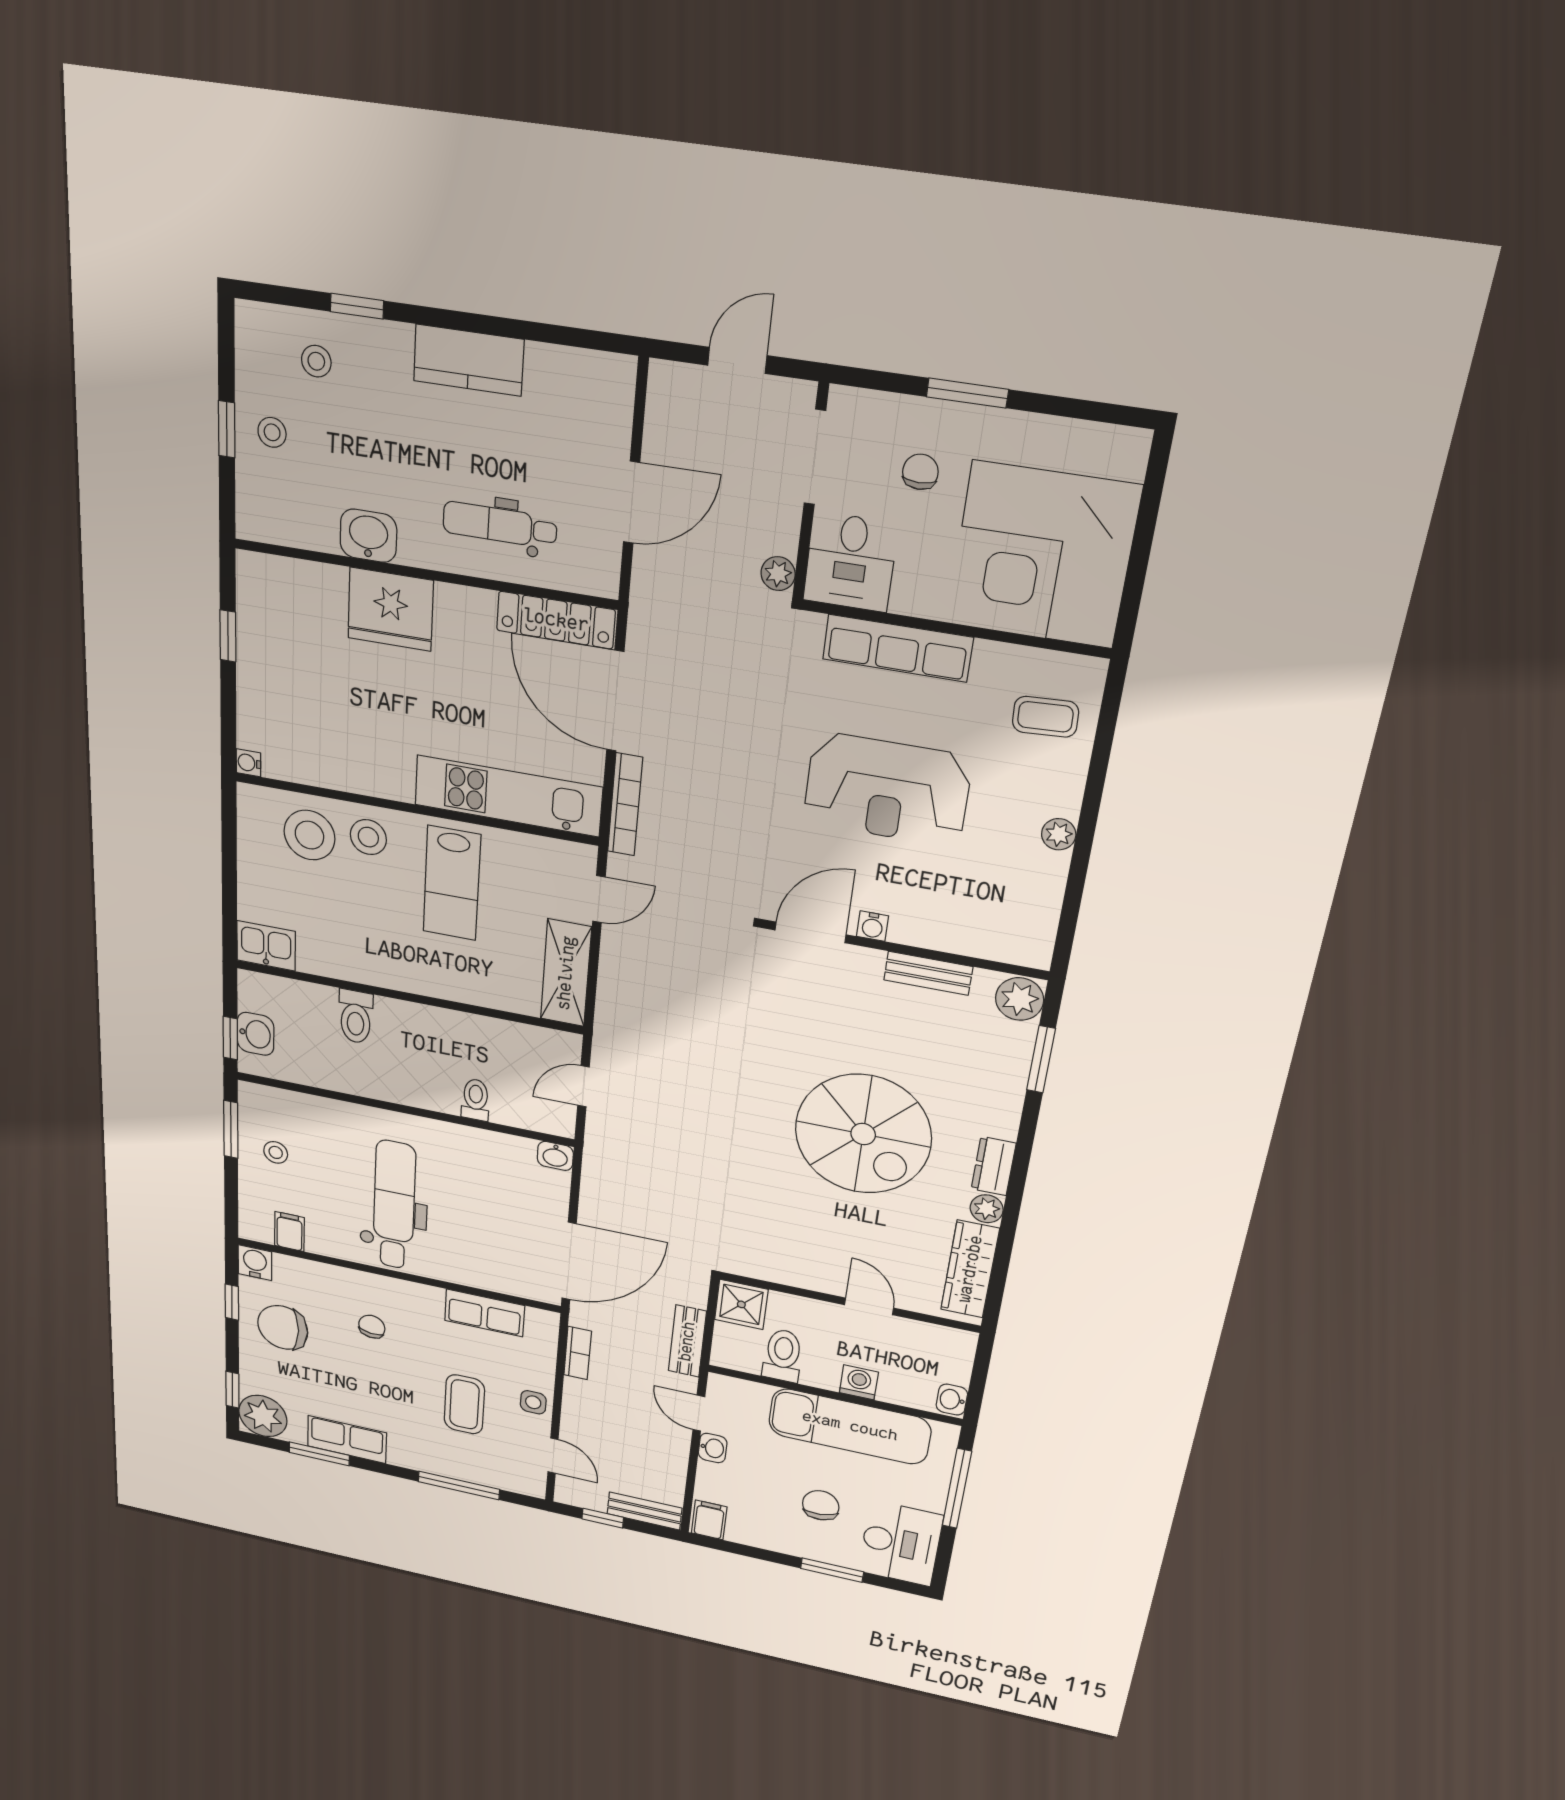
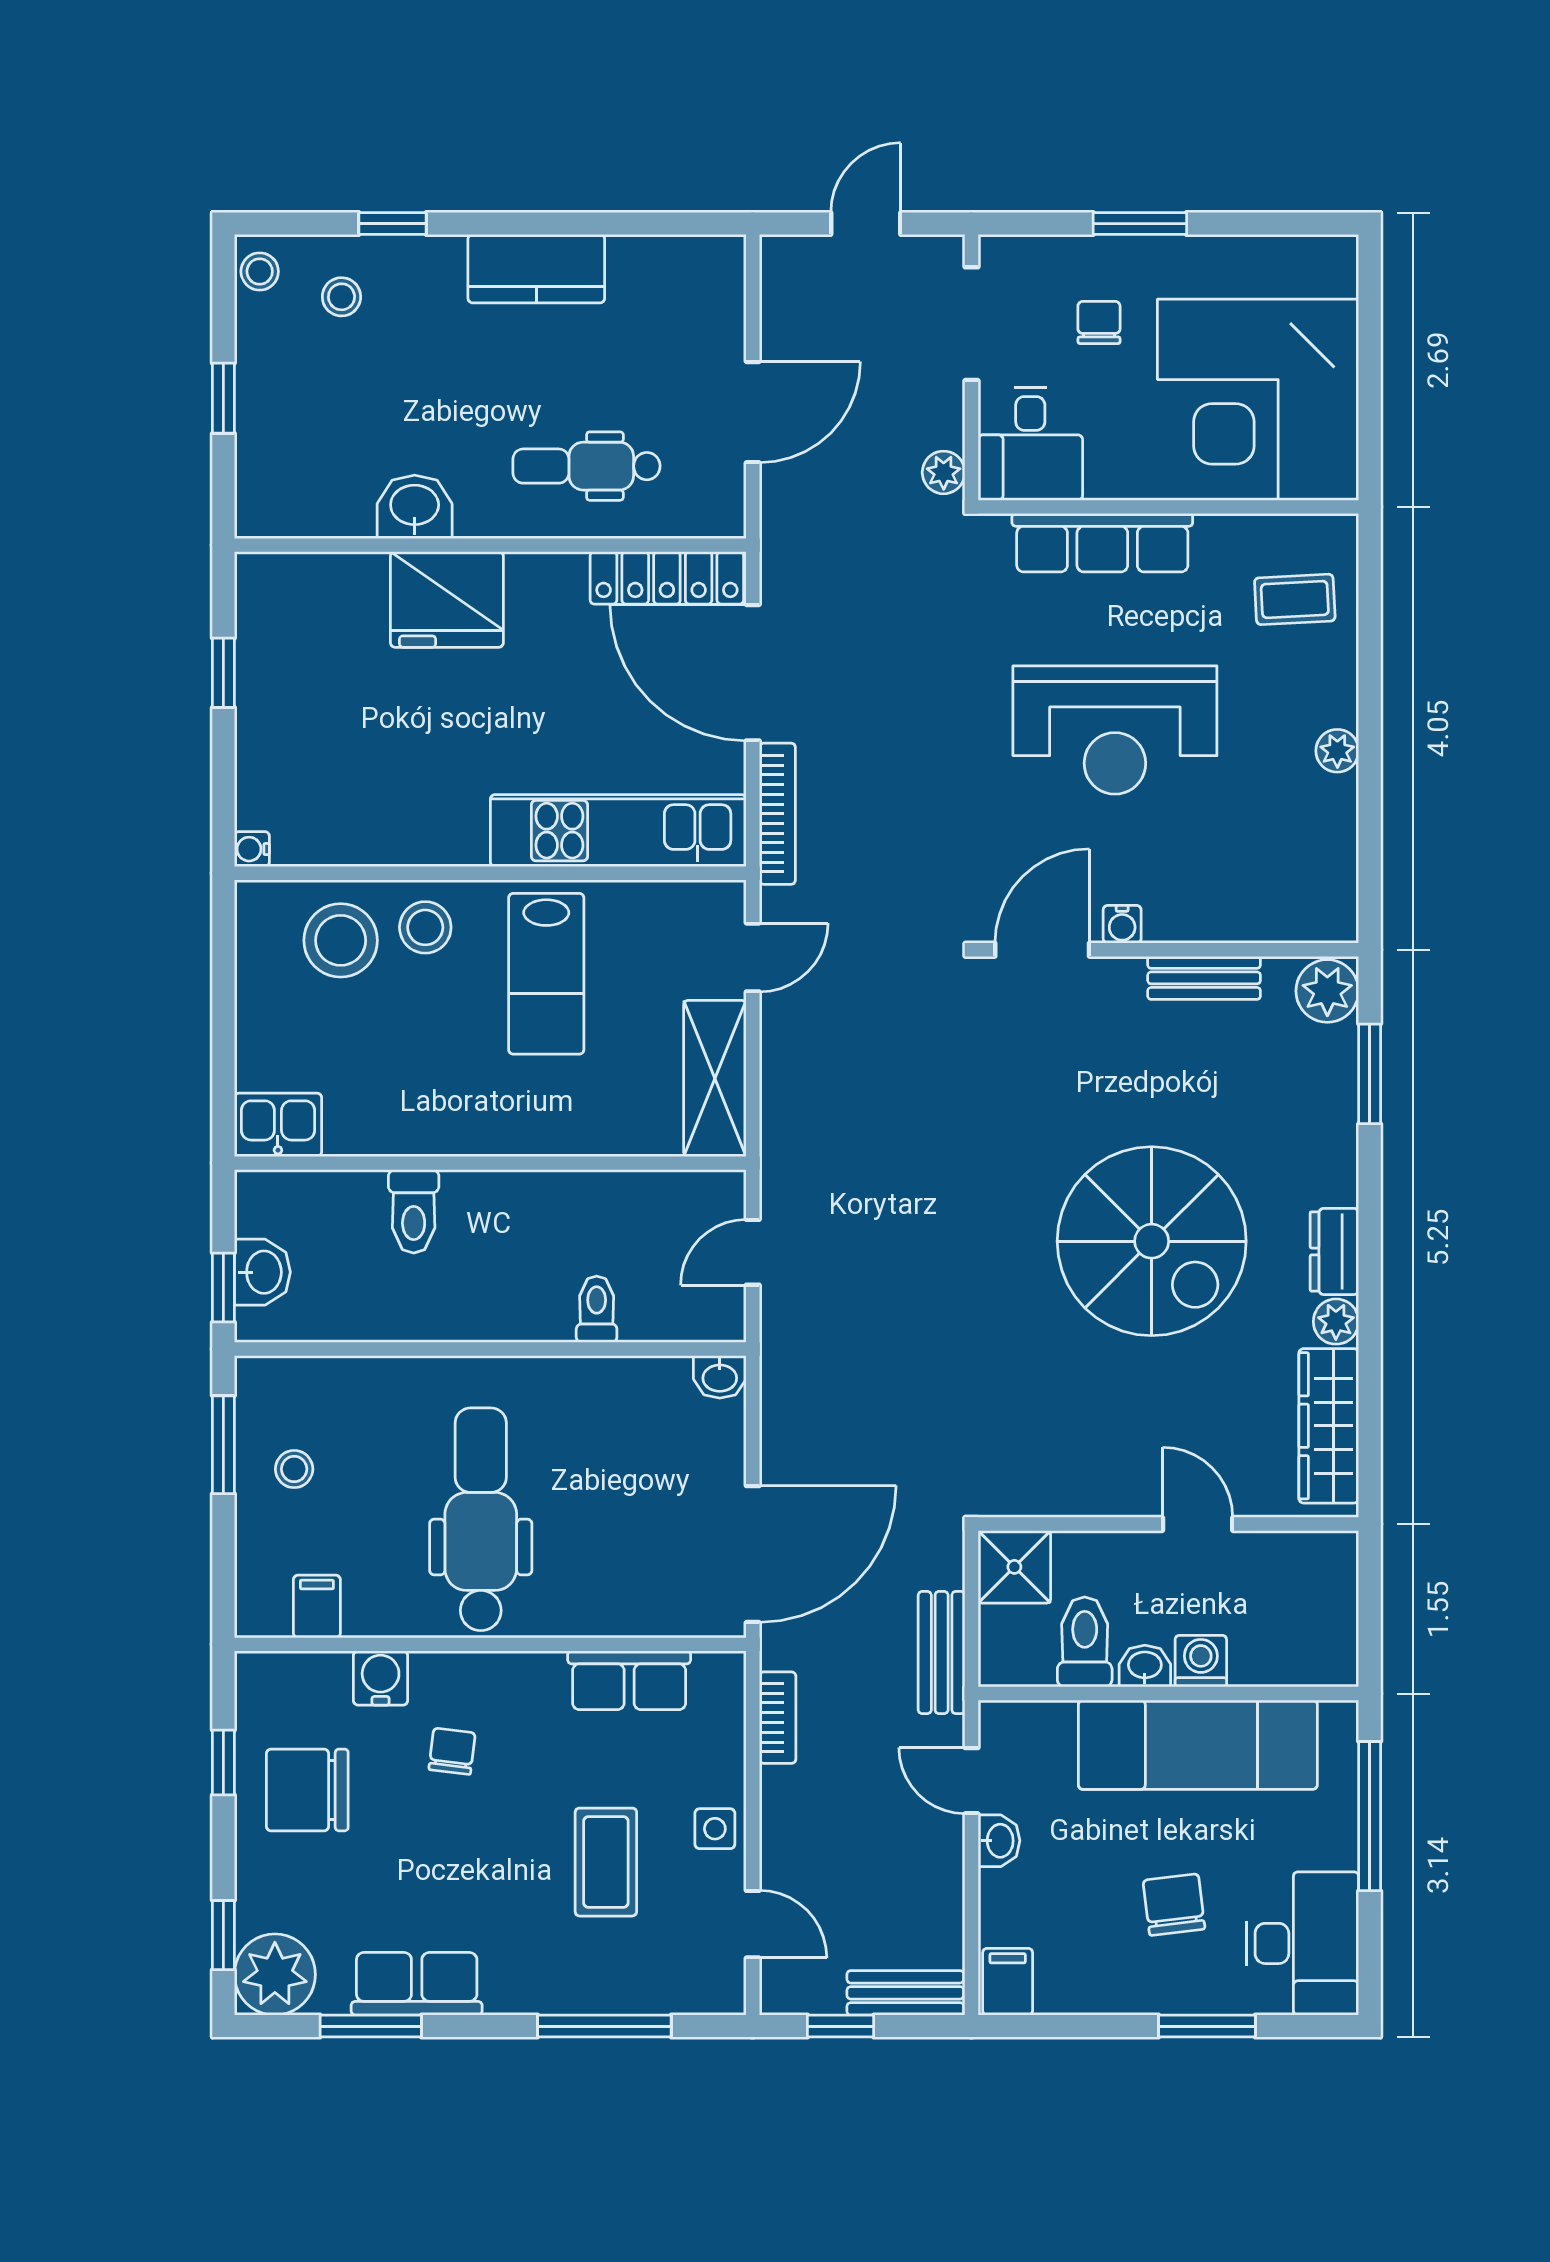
stool: (272, 432) -> (260, 271), moved
water cooler: (255, 1263) -> (381, 1678), moved
washbasin: (952, 1400) -> (1145, 1666), moved, turned 90

